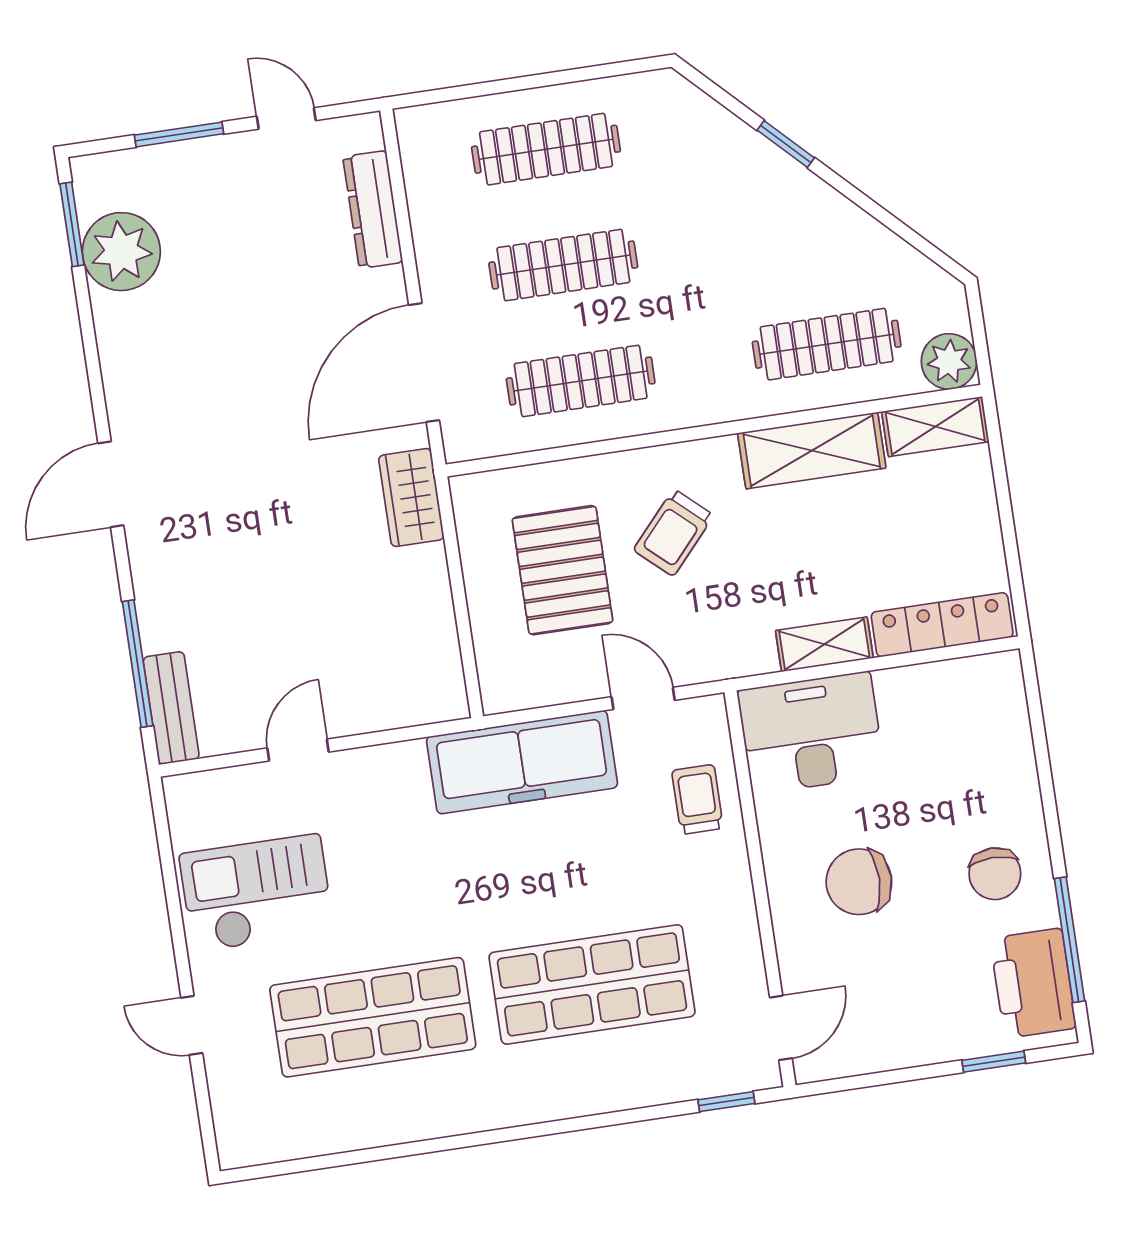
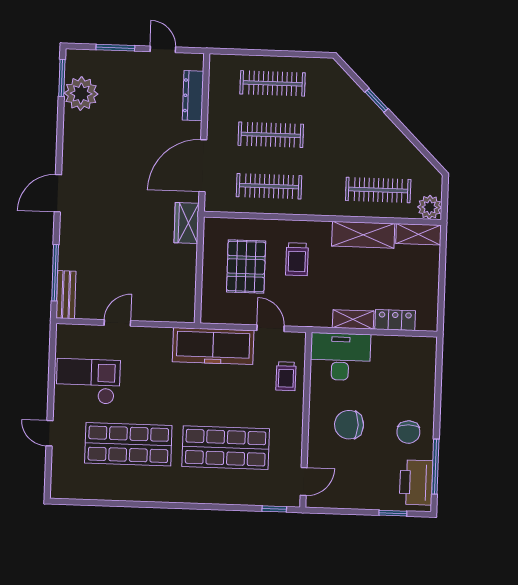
trolley: (673, 533) -> (297, 259), turned -42
locker: (942, 625) -> (395, 320), width x0.66
trolley: (697, 799) -> (286, 376), turned 180

